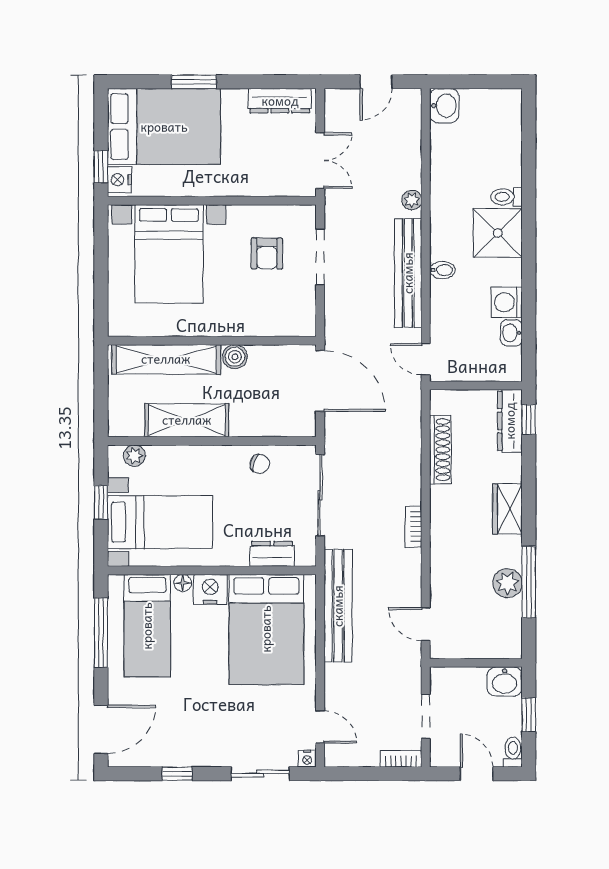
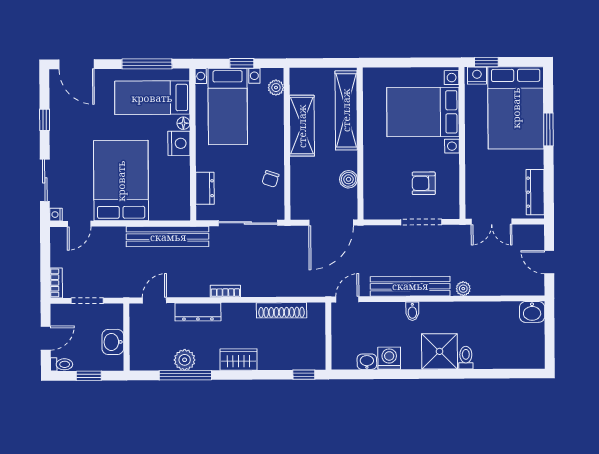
boiler: (235, 357) -> (349, 179), moved
dresser: (510, 421) -> (198, 312), moved, turned 180
bed: (266, 629) -> (121, 181), moved, turned 90
washbasin: (505, 682) -> (113, 342), moved

